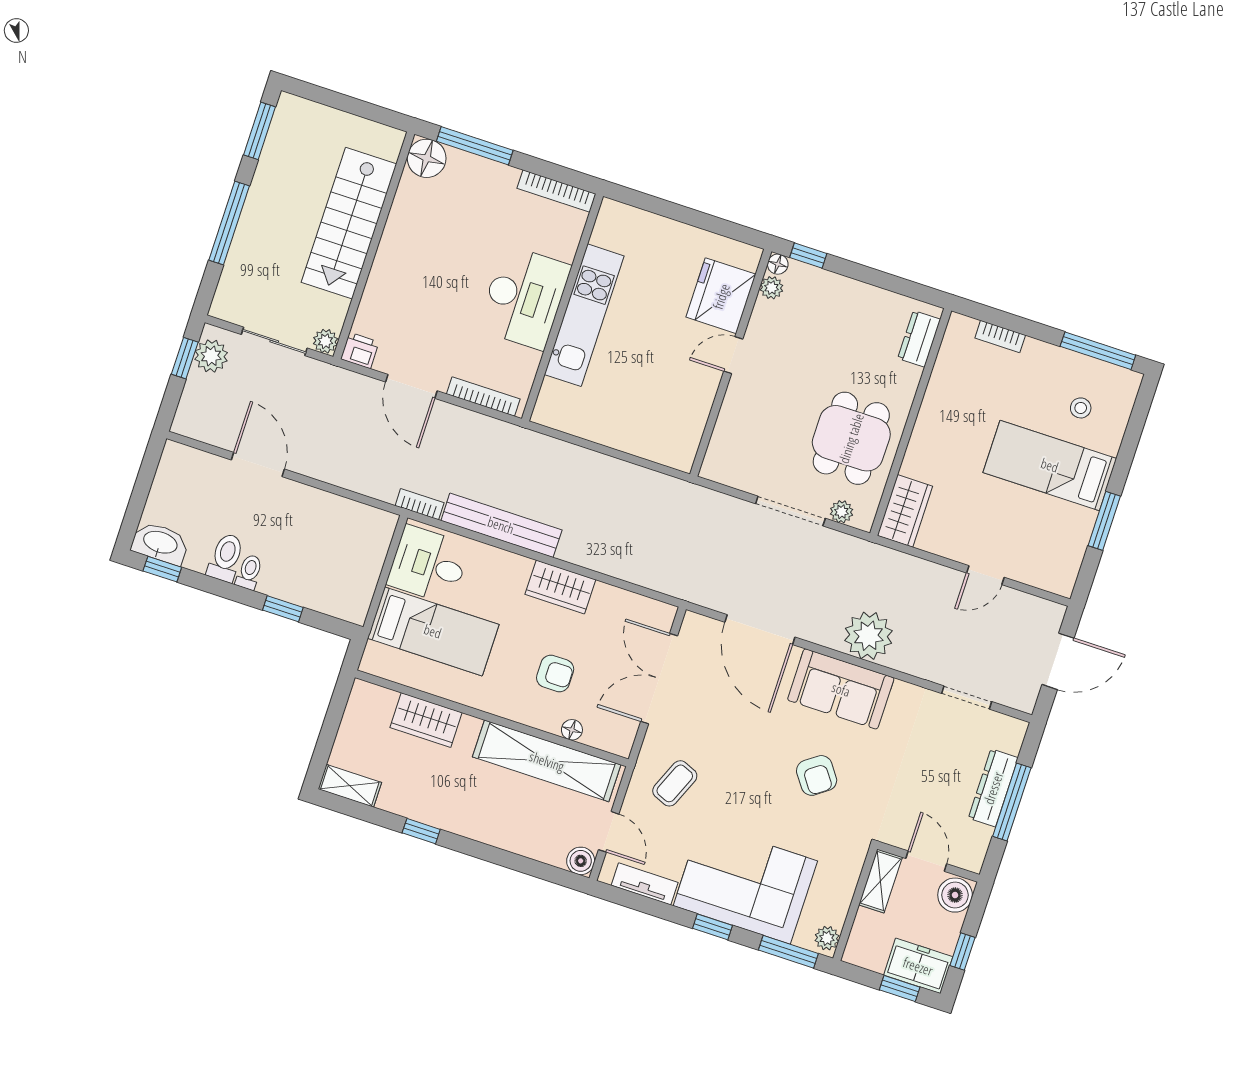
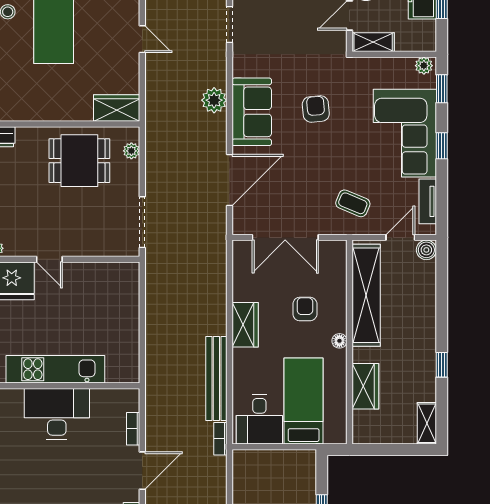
bookcase: (483, 397) -> (133, 429), width x0.64
doorway: (790, 511) -> (142, 222), moved
plant: (869, 636) -> (214, 100), width x0.73, depth x0.73
floor lamp: (572, 730) -> (339, 341), moved
armchair: (817, 775) -> (316, 109), turned -59
window: (788, 952) -> (442, 89), width x0.67

